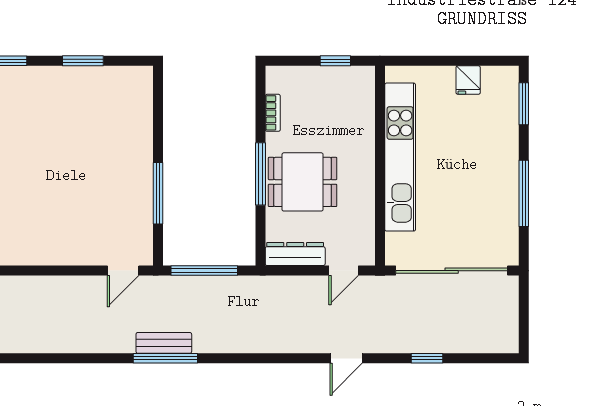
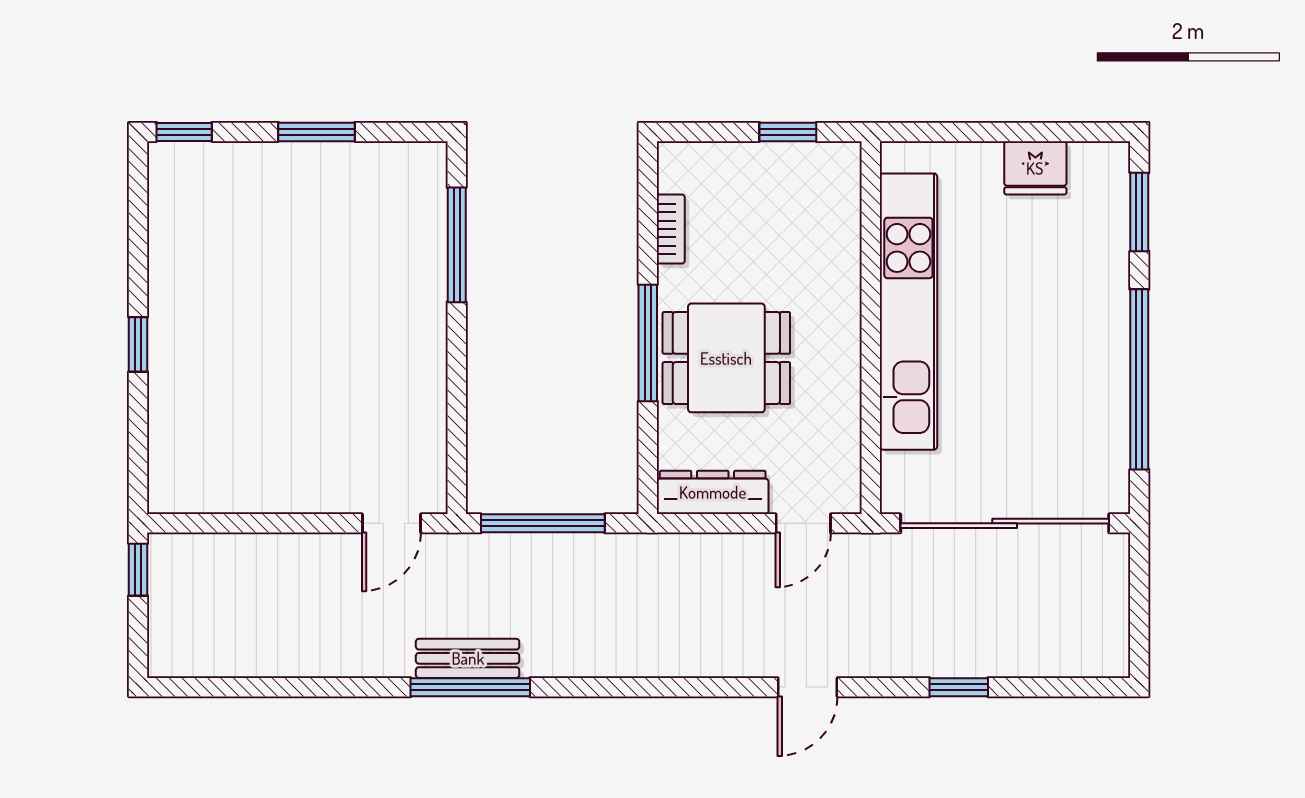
fridge: (468, 80) -> (1035, 168), width x1.38
window: (158, 193) -> (457, 245), moved
window: (524, 193) -> (1139, 379), width x1.46

